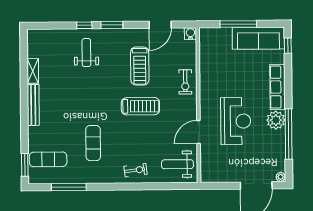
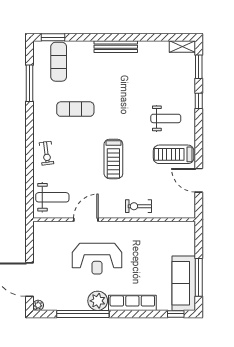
window: (238, 24) -> (199, 277), moved
window: (112, 25) -> (199, 67), moved
water cooler: (190, 34) -> (189, 212), removed
weight bench: (86, 53) -> (166, 118), moved
treadmill: (140, 66) -> (174, 154), moved
shelving: (33, 71) -> (182, 47), moved
door: (199, 132) -> (86, 220), hinge flipped
weight bench: (177, 164) -> (52, 197), turned 90

